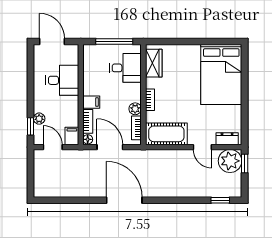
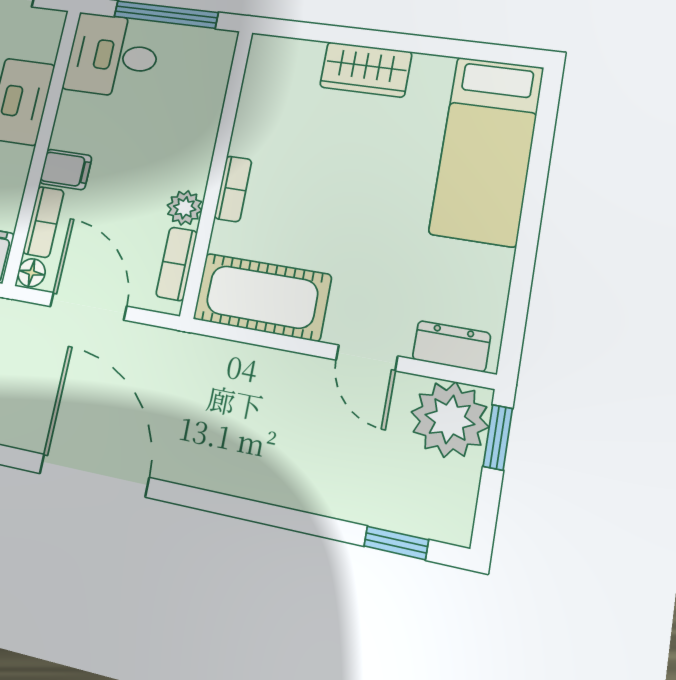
wardrobe: (154, 63) -> (366, 69), moved, turned 90
desk: (126, 68) -> (113, 56), moved, turned 180
bed: (221, 75) -> (486, 150), width x0.67

